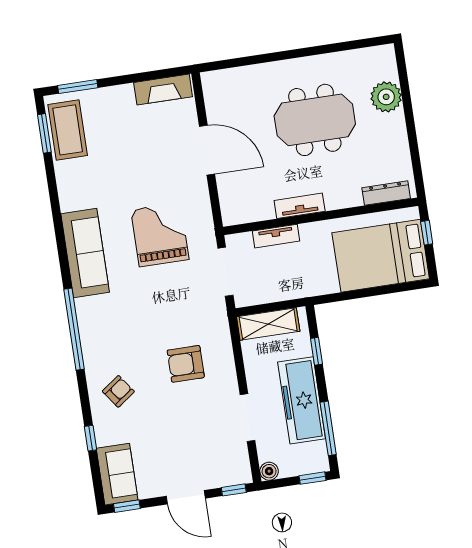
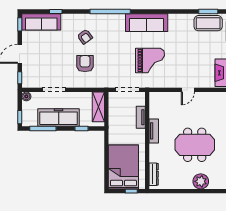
meeting table: (315, 120) -> (195, 145), turned 90
door: (207, 150) -> (188, 90), width x0.53
armchair: (118, 391) -> (85, 37), moved
sofa: (117, 474) -> (41, 22), width x1.36

